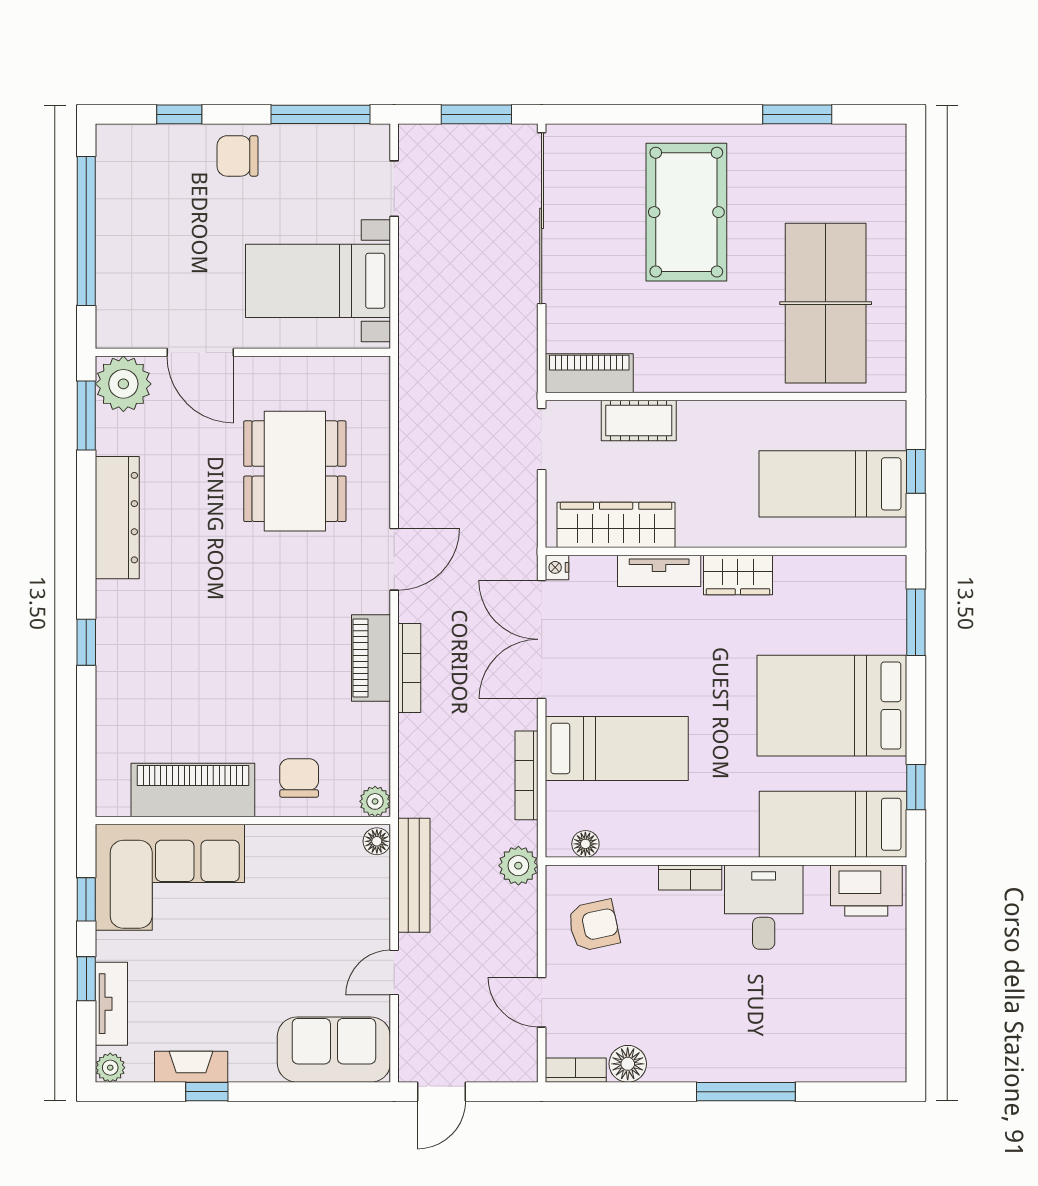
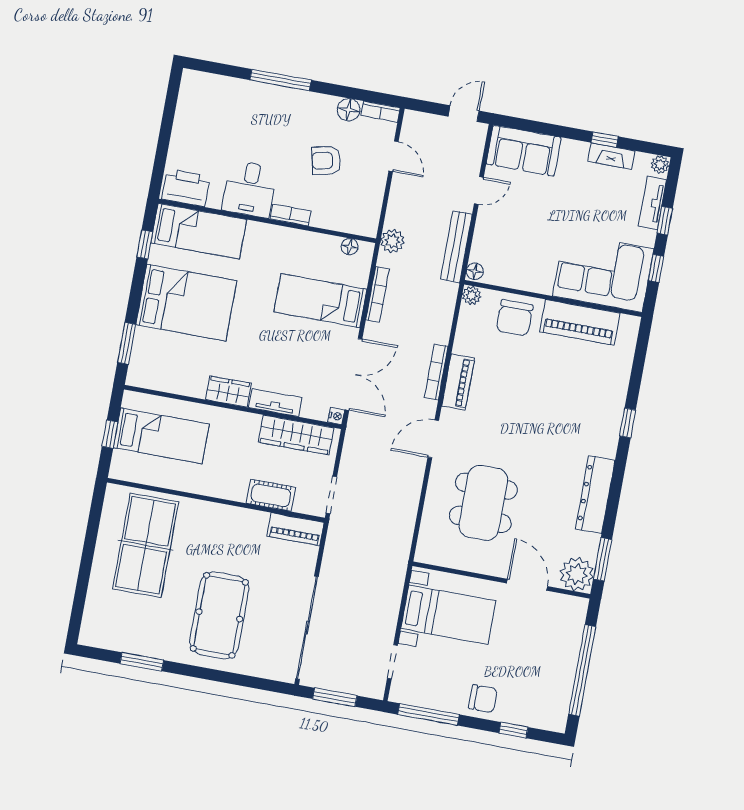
chair: (299, 778) -> (515, 318), width x1.37, depth x1.37
armchair: (594, 925) -> (326, 160), moved

